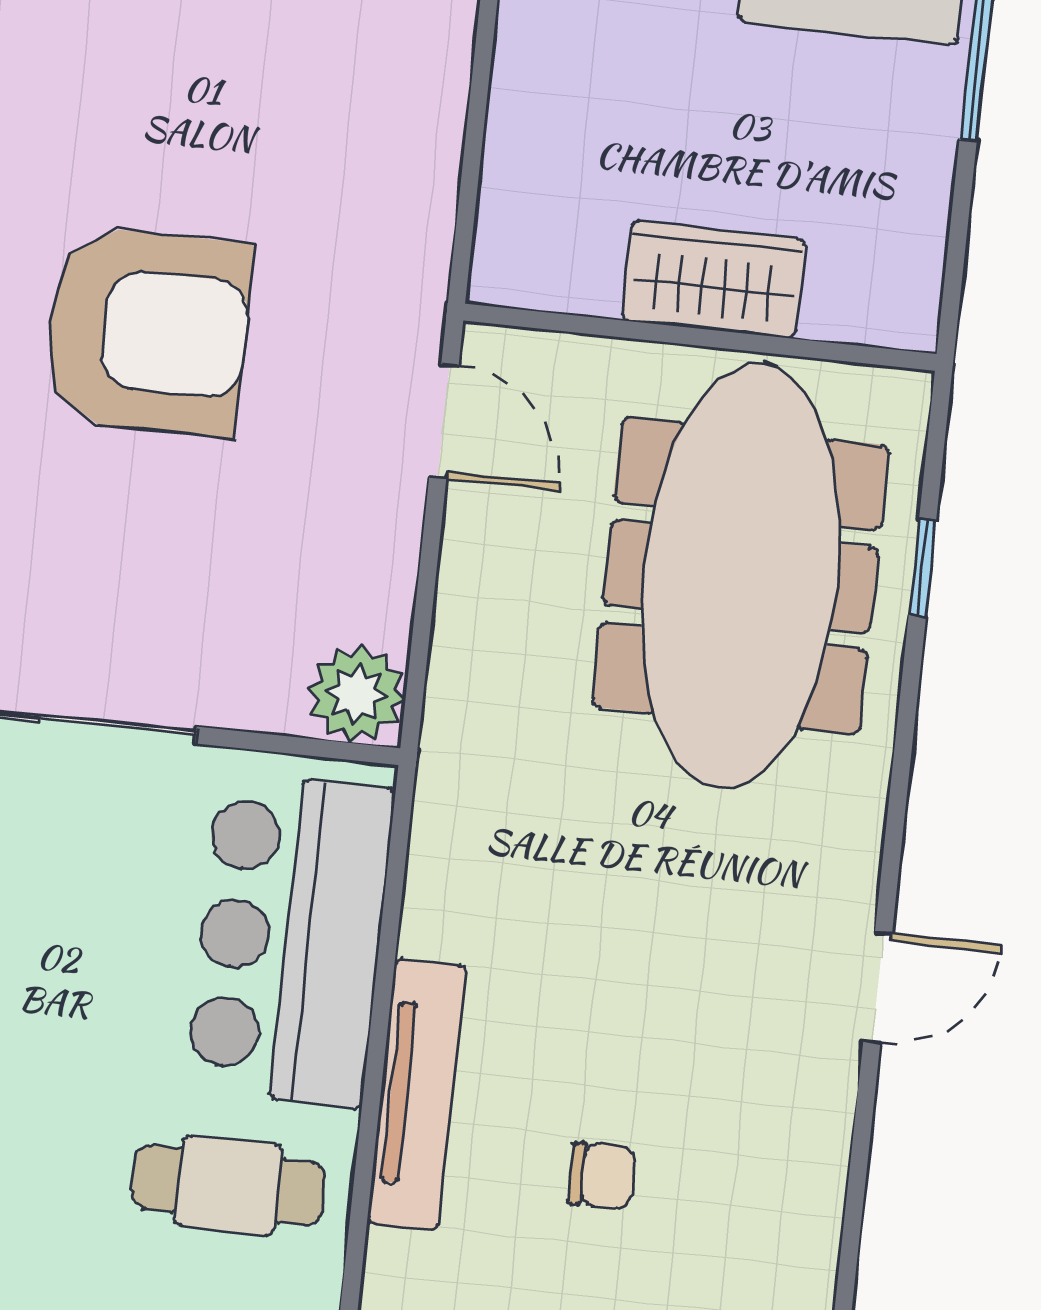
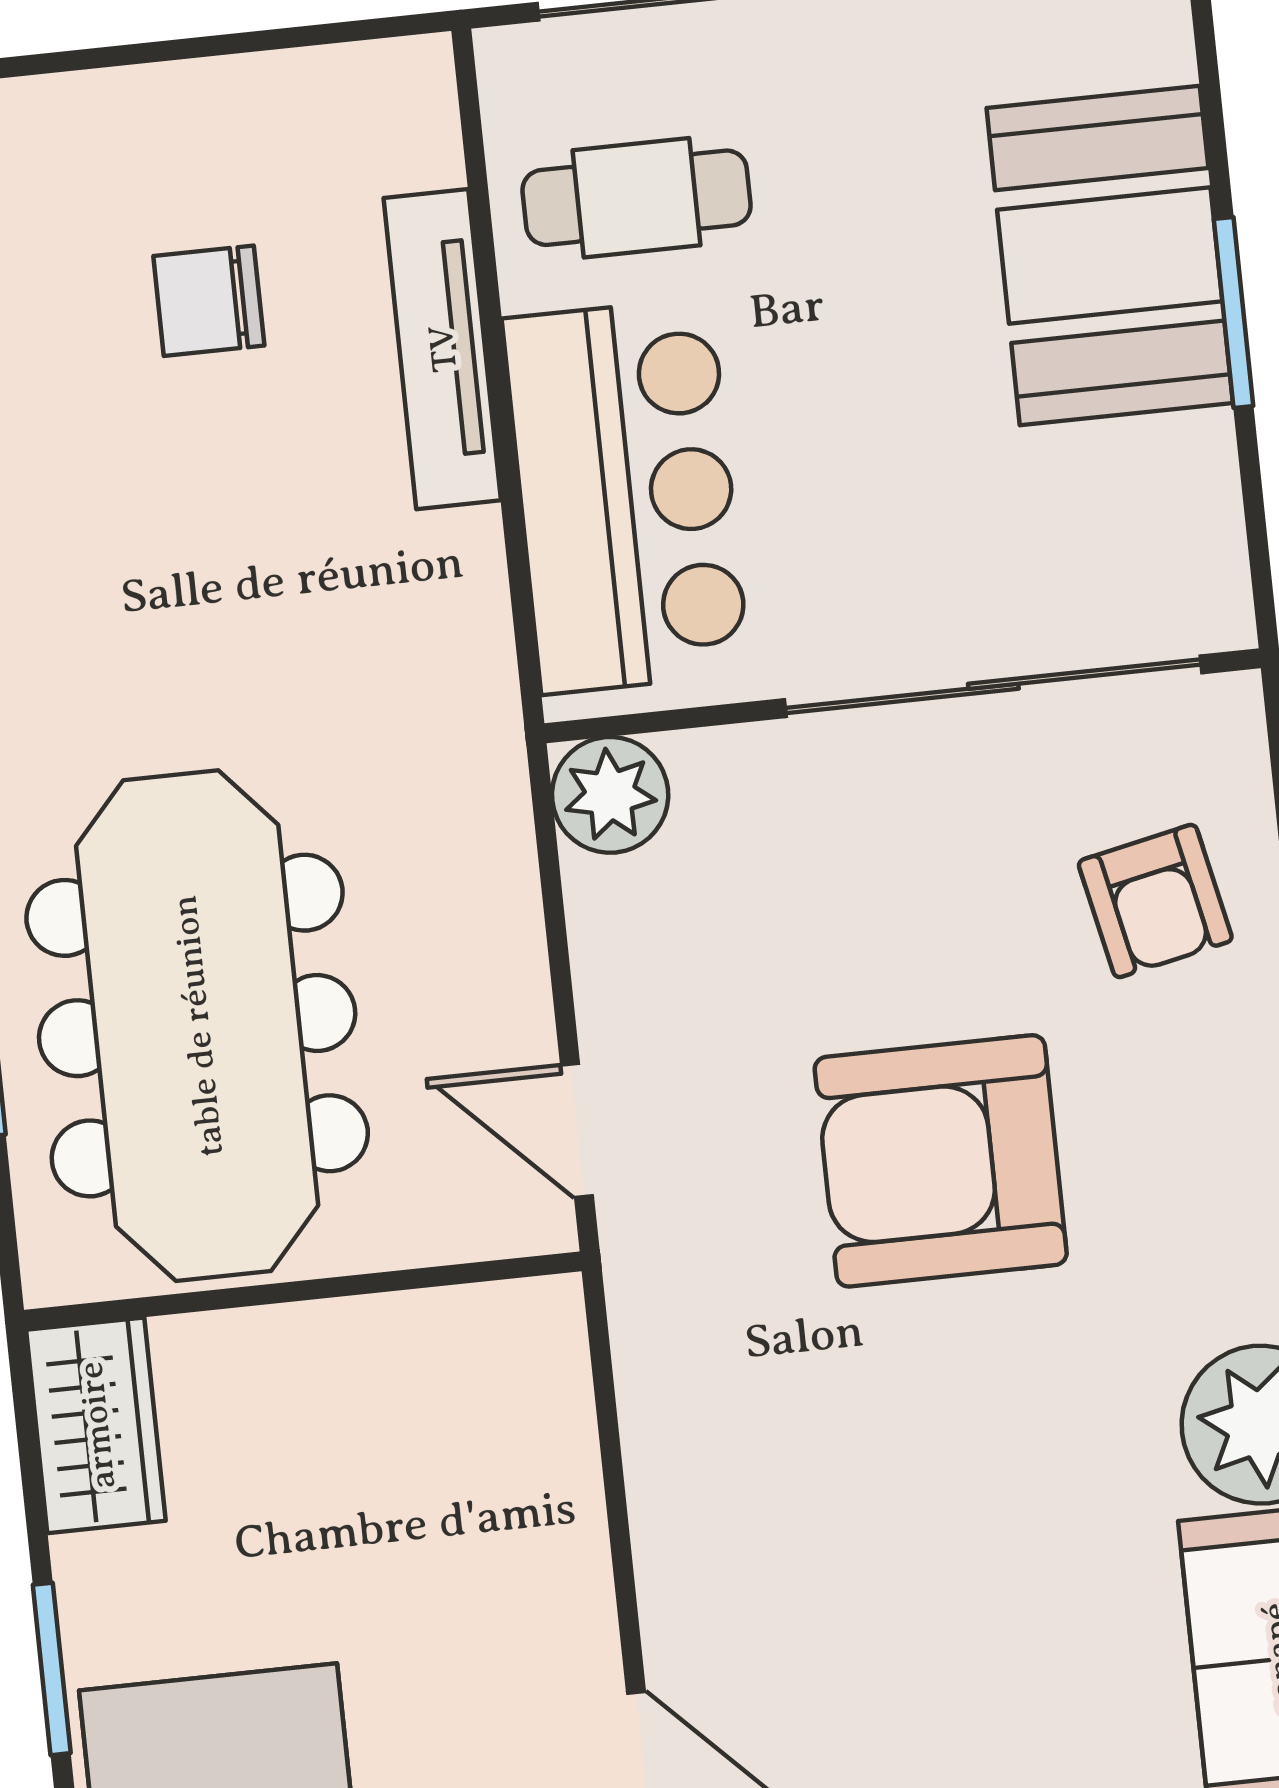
wardrobe: (714, 279) -> (96, 1425), moved, turned -90
chair: (602, 1176) -> (209, 301), width x1.37, depth x1.37

